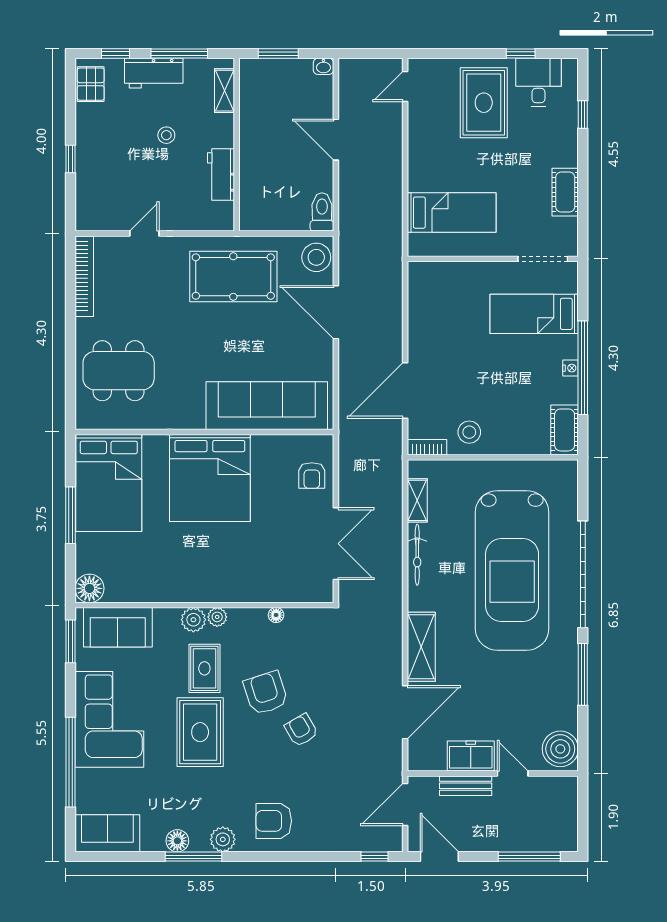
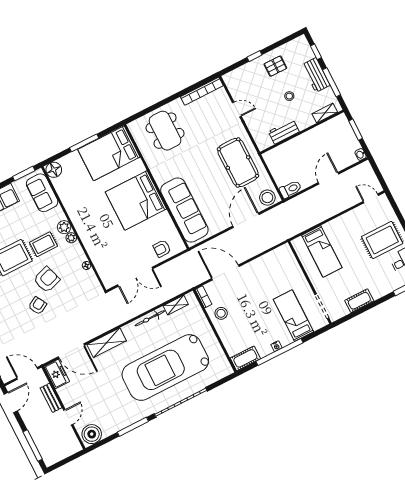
pallet: (91, 84) -> (275, 66), moved
freezer: (471, 756) -> (57, 374), moved

